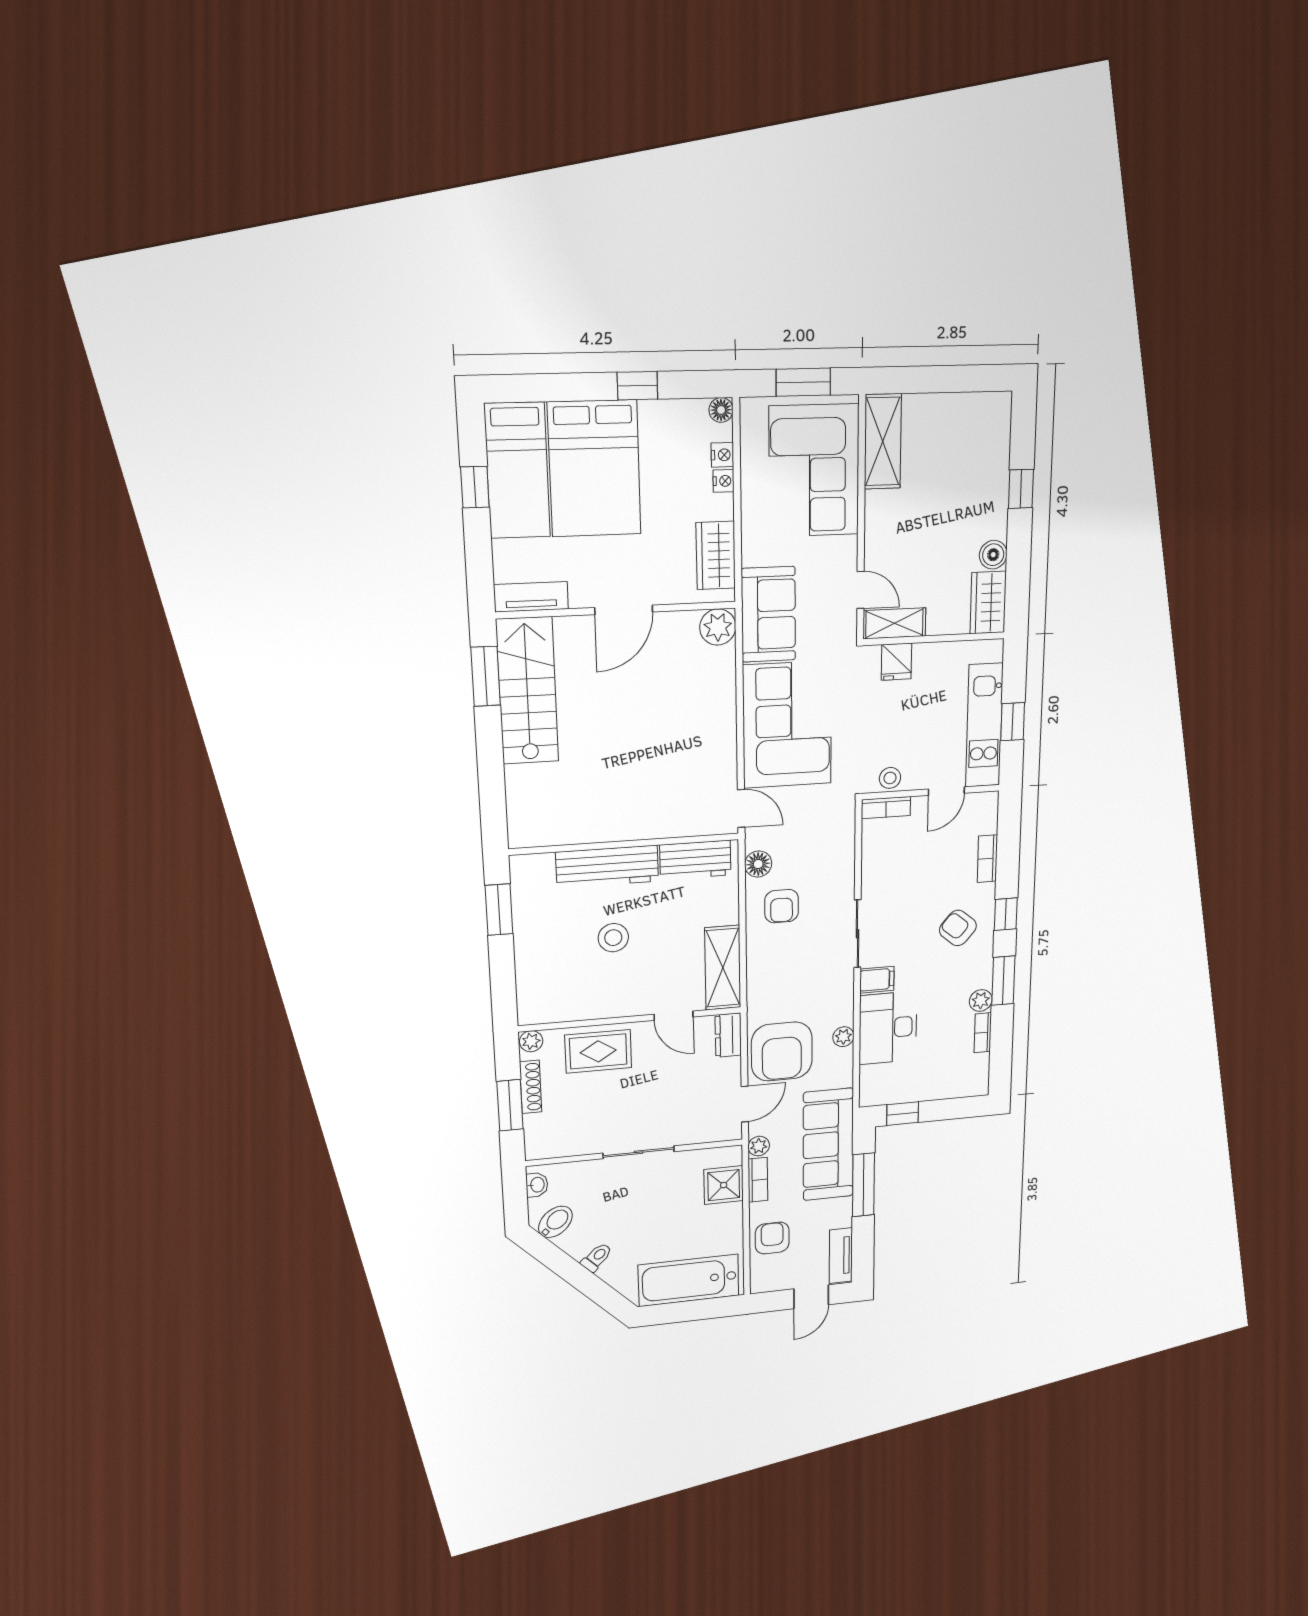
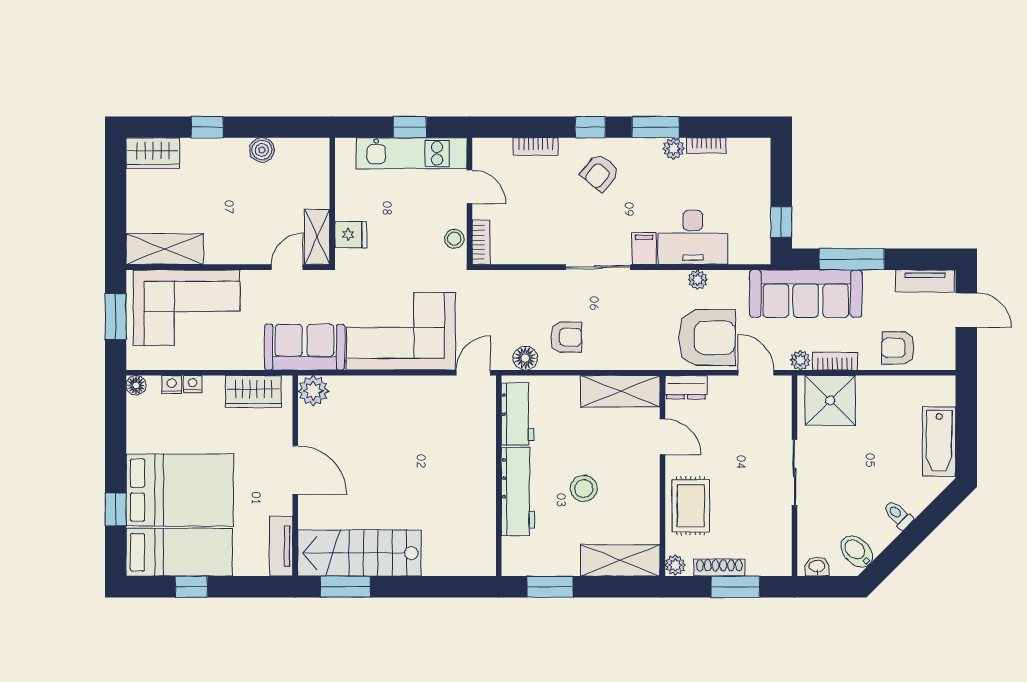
window: (637, 386) -> (116, 509), moved
wardrobe: (988, 603) -> (153, 153), moved
shelving: (533, 983) -> (620, 560), added
door: (674, 1016) -> (662, 437), hinge flipped
shower: (724, 1185) -> (830, 400), width x1.36, depth x1.36
bathtub: (689, 1280) -> (939, 442), width x0.73, depth x0.73

